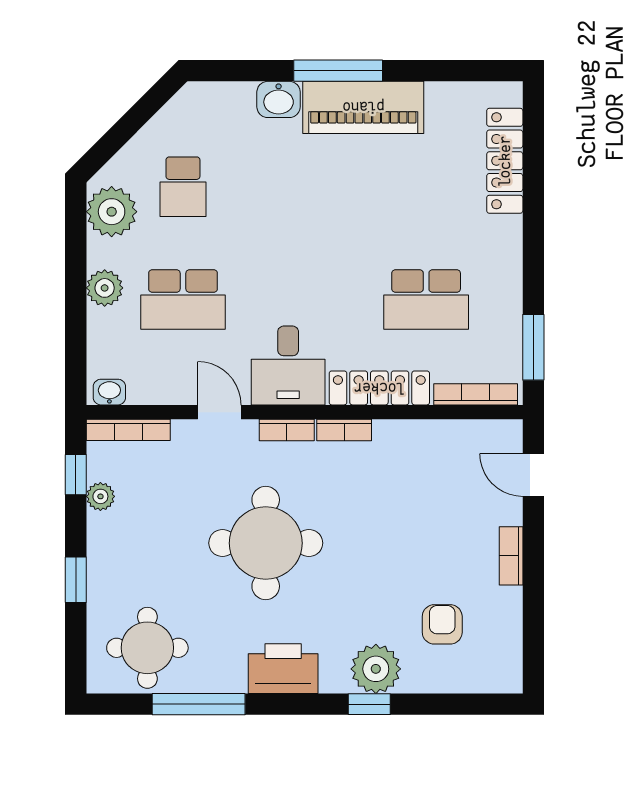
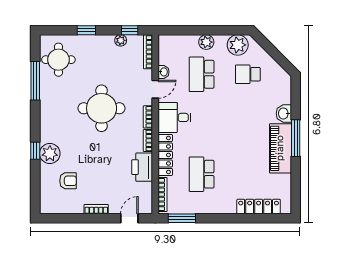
washbasin: (109, 392) -> (164, 72), moved
printer: (283, 669) -> (142, 167), moved, turned 180

